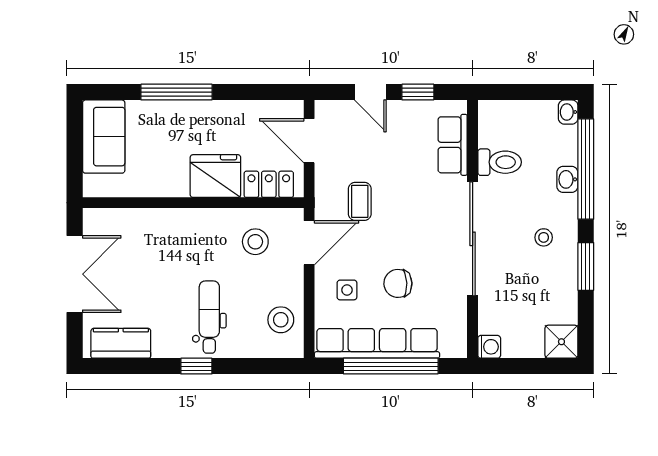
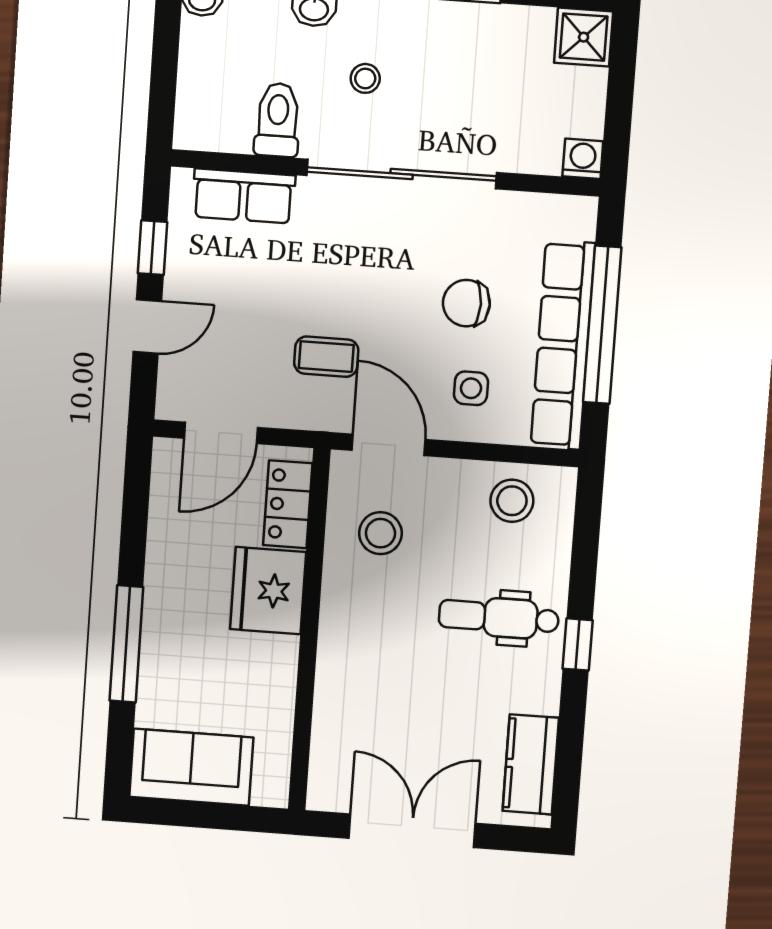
stool: (544, 237) -> (365, 78), moved
chair: (398, 283) -> (466, 303), turned 92

